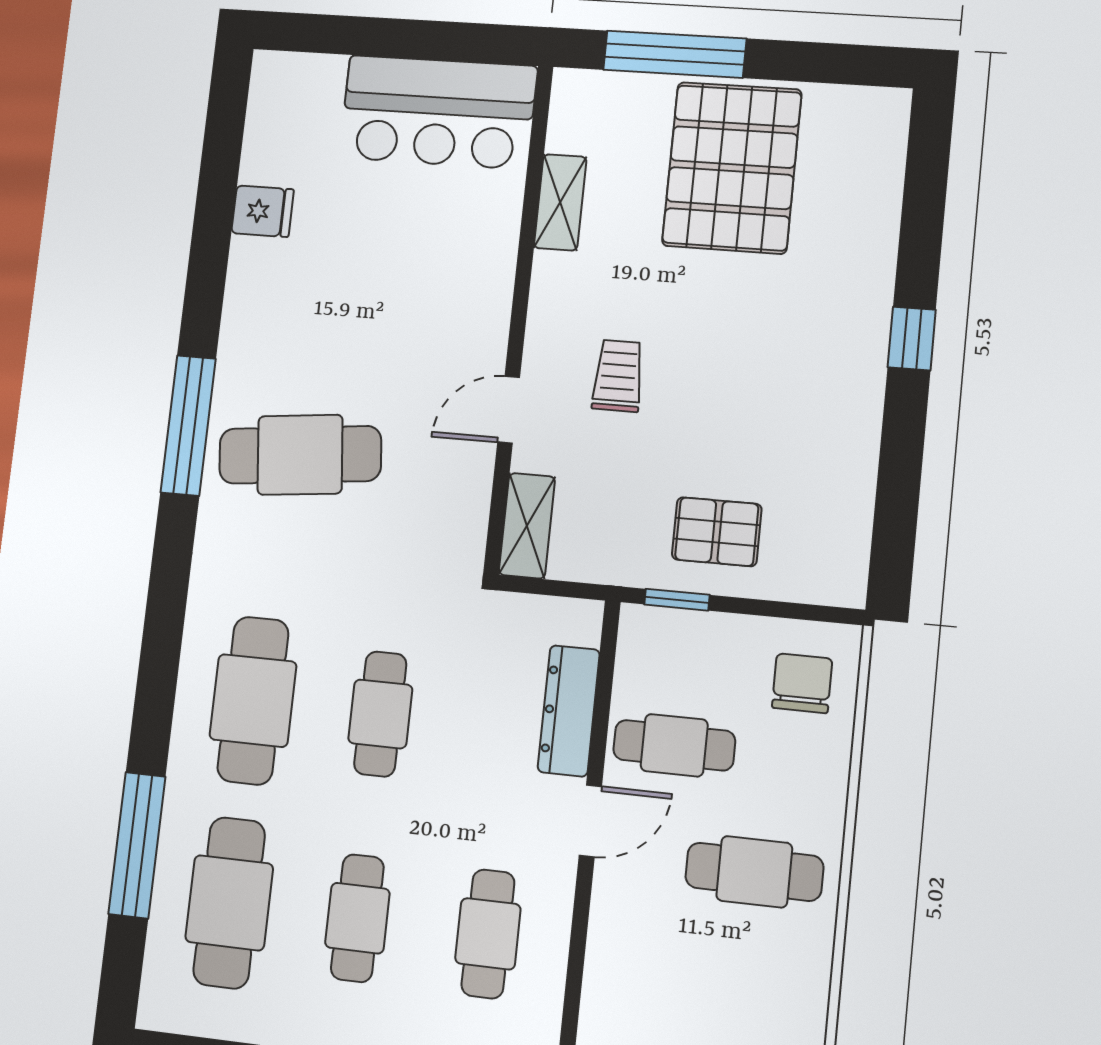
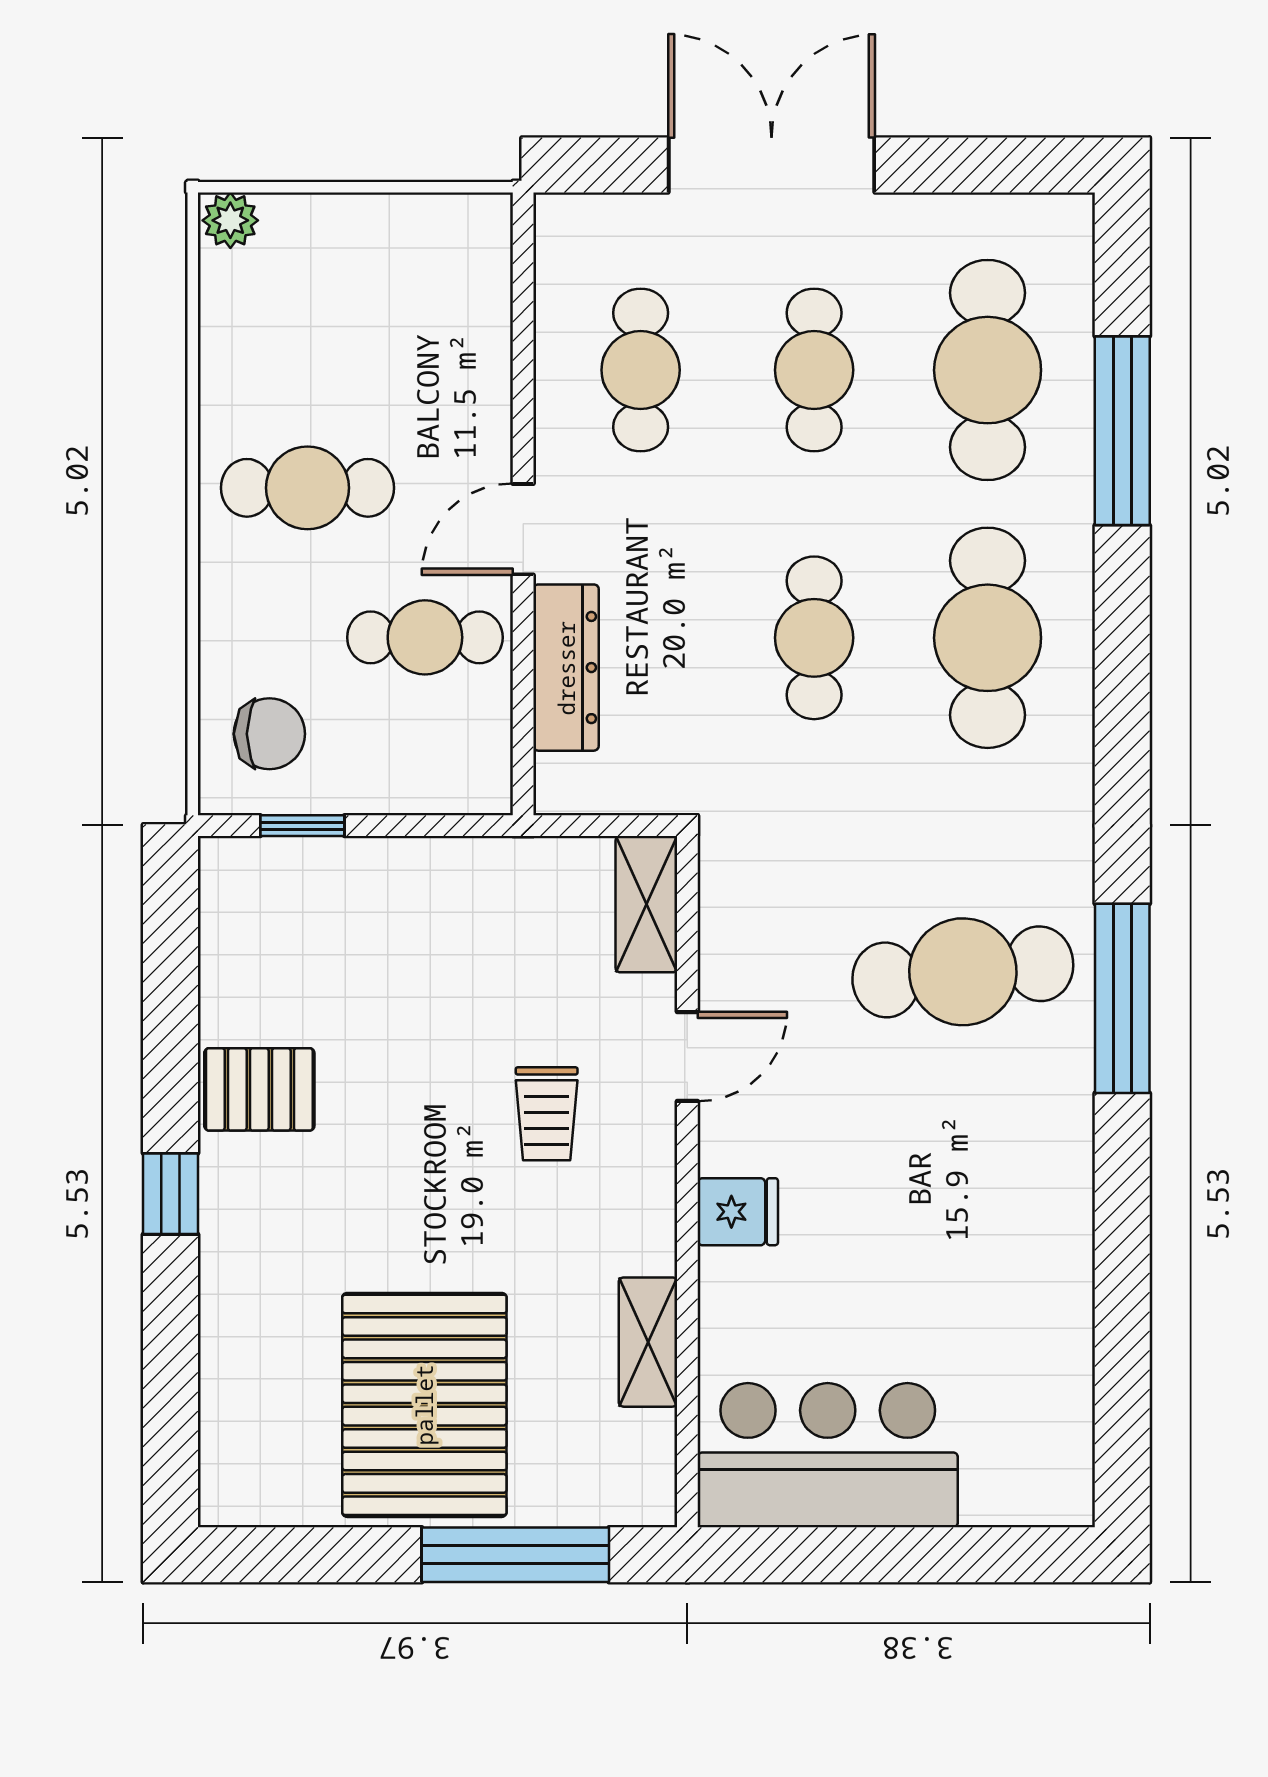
fridge: (263, 211) -> (738, 1212), moved, turned 180
pallet: (717, 532) -> (259, 1089), moved
window: (677, 600) -> (302, 826), moved
chair: (802, 683) -> (269, 734), turned -90

